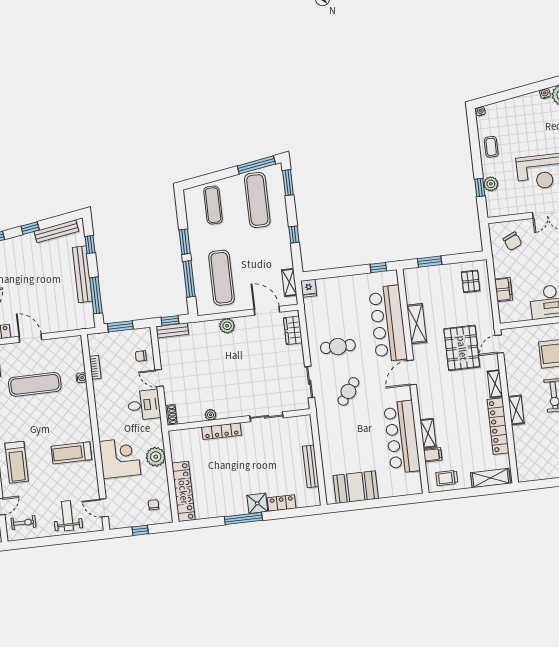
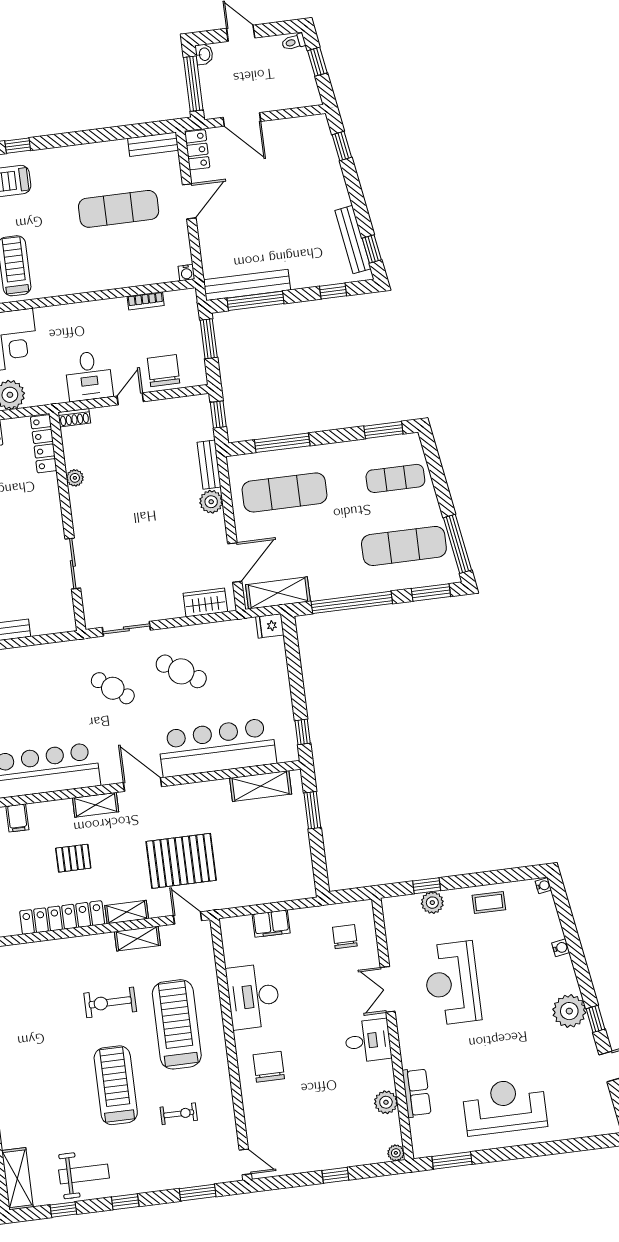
water cooler: (545, 94) -> (561, 948), moved
window: (30, 228) -> (372, 249), moved
window: (294, 234) -> (352, 602), width x3.17
chair: (512, 241) -> (345, 937), turned 114
window: (185, 242) -> (383, 430), moved
bench: (82, 274) -> (247, 285), moved
pallet: (471, 281) -> (73, 858), moved
shelving: (289, 282) -> (278, 593), width x1.50, depth x1.33
shelving: (417, 324) -> (261, 786), moved
bench: (172, 330) -> (209, 465), moved
cafe table: (338, 347) -> (181, 671), turned -58
chair: (141, 356) -> (164, 371), width x1.87, depth x1.87
water cooler: (81, 378) -> (186, 273), moved
exercise mat: (35, 384) -> (119, 209), turned 90
shelving: (516, 410) -> (137, 939), moved
locker: (221, 431) -> (44, 444), moved
shelving: (428, 433) -> (96, 805), moved

